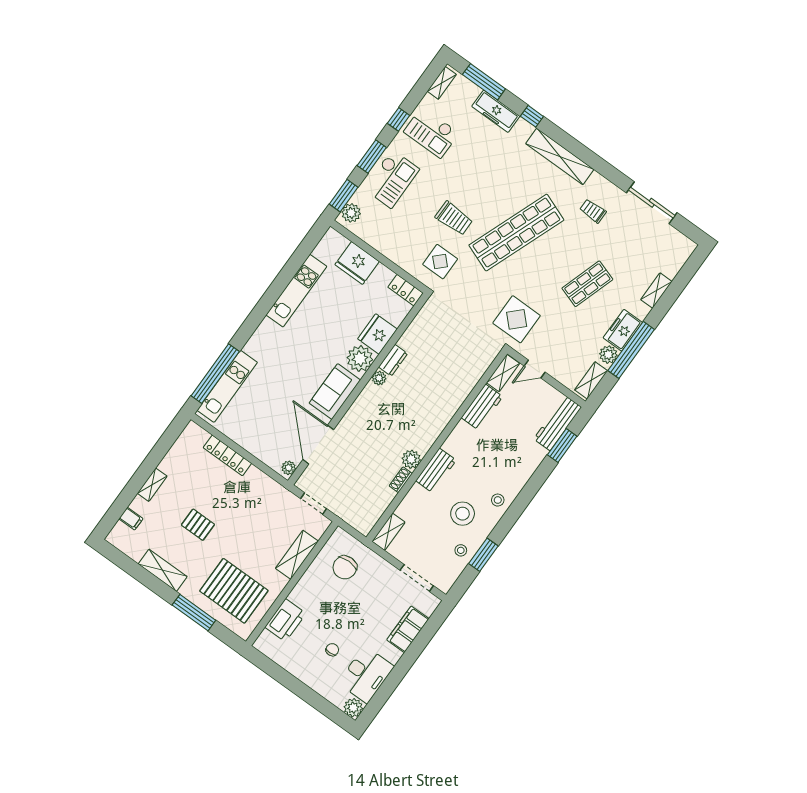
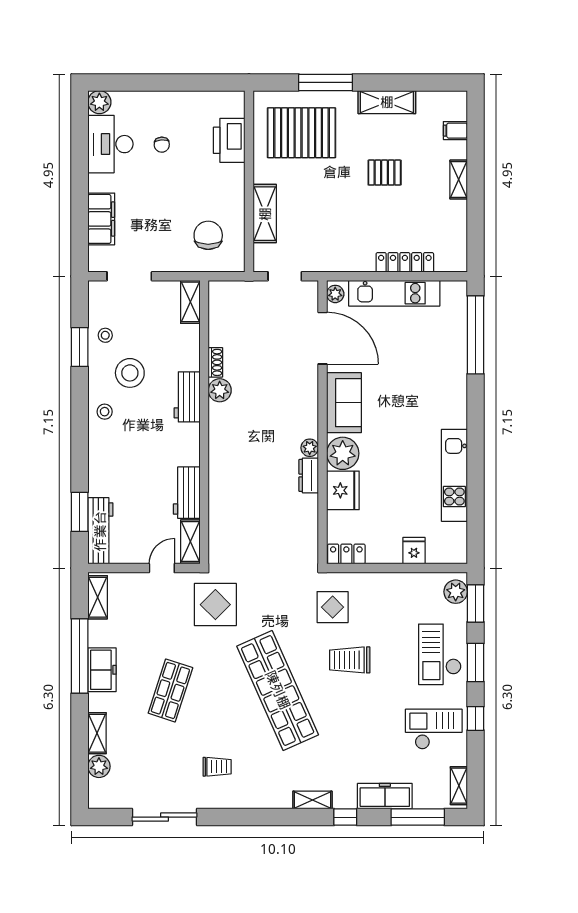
shelving: (560, 157) -> (312, 800), width x0.45, depth x0.75
shop shelf: (516, 233) -> (278, 690), turned -45
fridge: (357, 263) -> (414, 551), width x0.53, depth x0.75
plant: (608, 355) -> (99, 766), moved
kitchen unit: (227, 386) -> (394, 293), moved, turned -90

